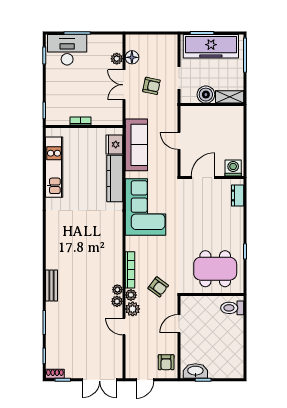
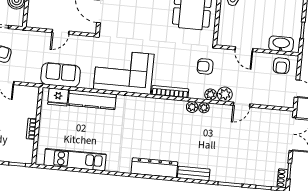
sofa: (136, 145) -> (61, 75), width x0.73
dresser: (54, 246) -> (154, 168), added
bookcase: (130, 270) -> (170, 92), moved
armchair: (158, 287) -> (205, 66), turned -127
plant: (117, 301) -> (192, 107), moved
armchair: (166, 362) -> (281, 66), turned 90
washbasin: (195, 371) -> (281, 44), moved, turned 90

